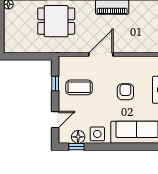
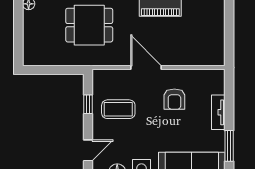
door: (101, 54) -> (146, 67), hinge flipped
armchair: (125, 92) -> (174, 99), moved, turned 180

